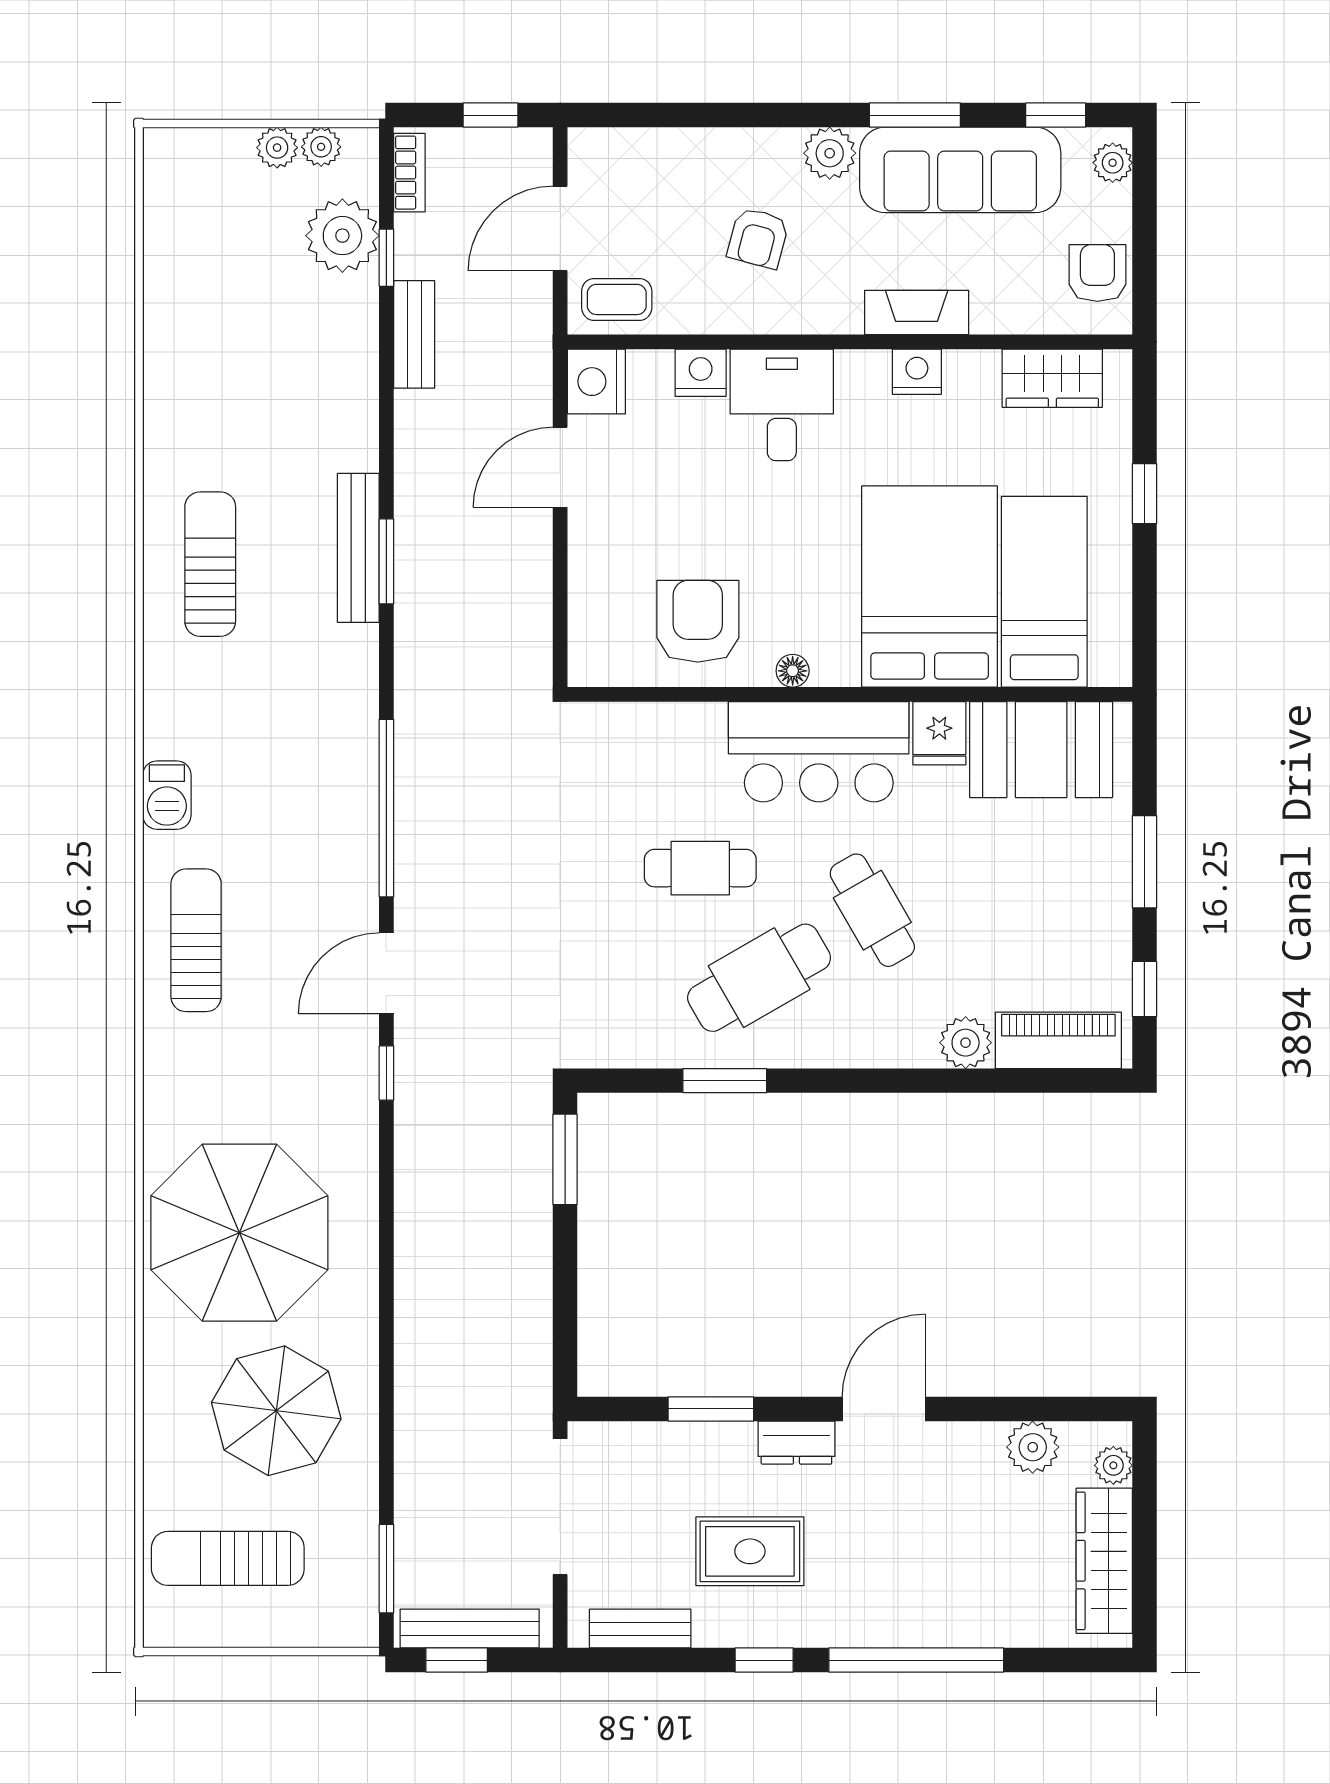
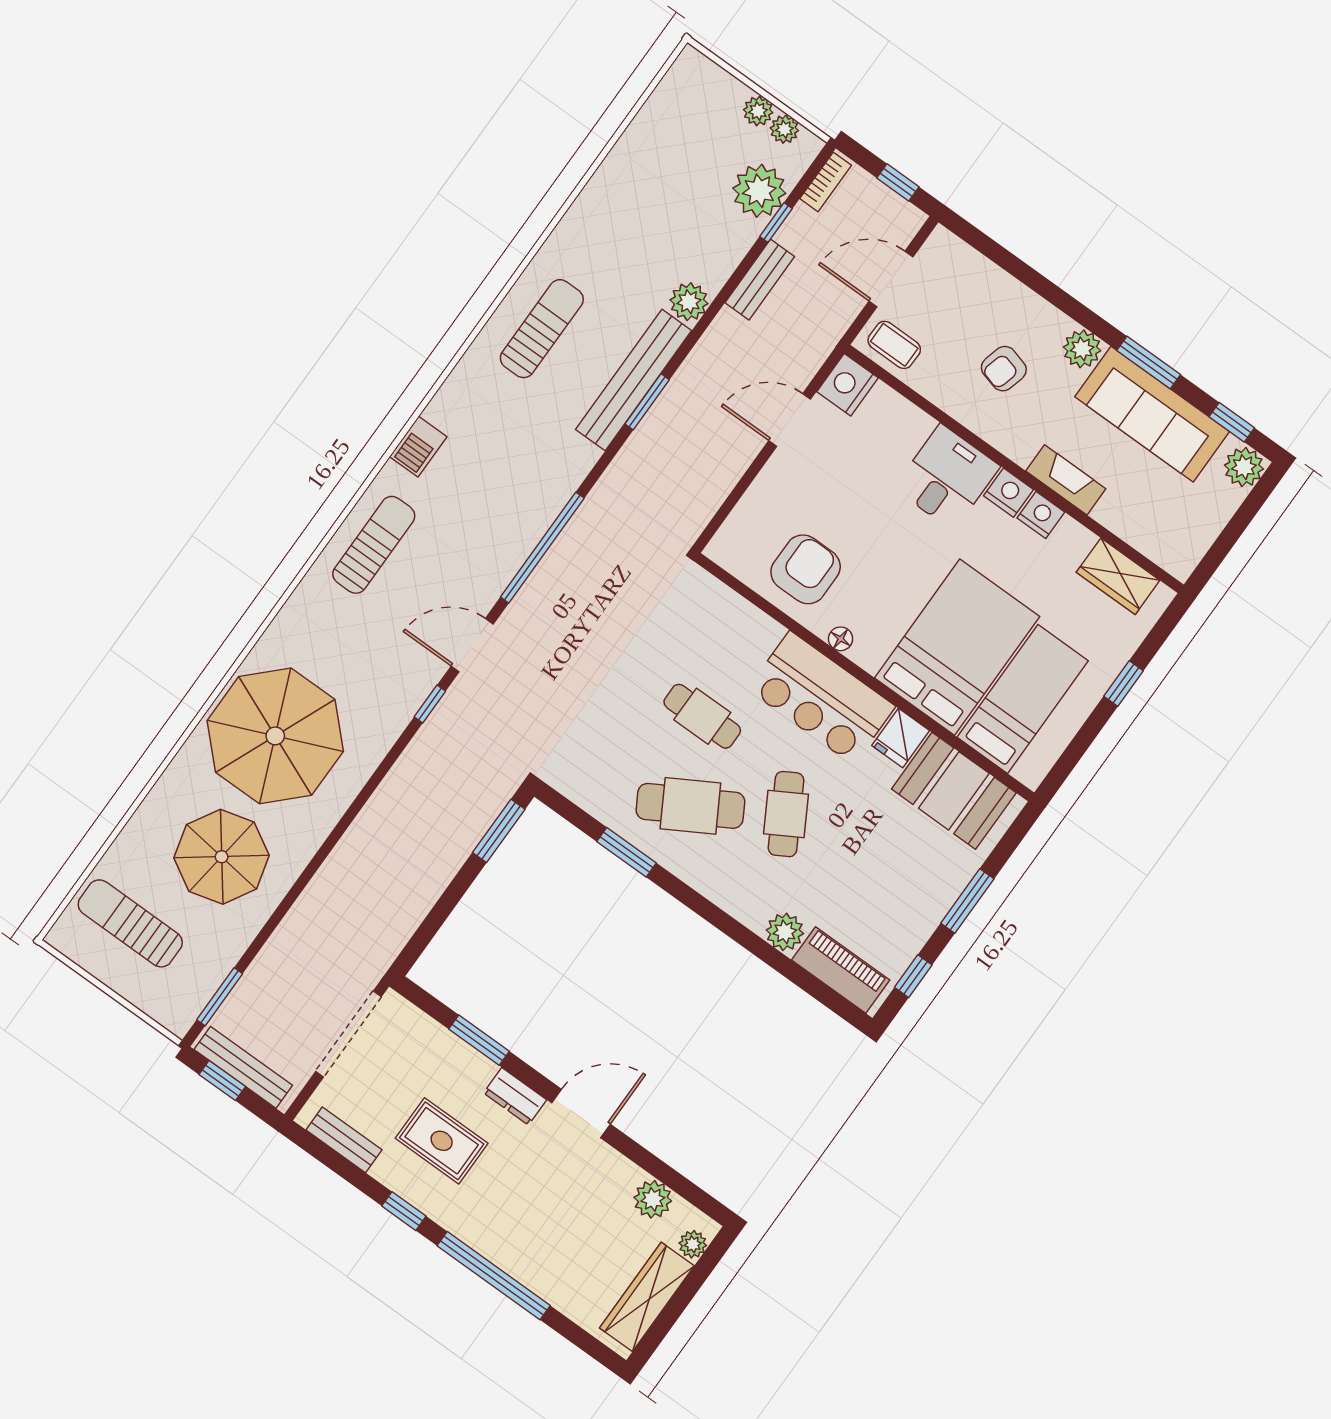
plant: (1113, 163) -> (1244, 467), width x1.38, depth x1.38
armchair: (1097, 273) -> (1189, 533), removed
nightstand: (701, 373) -> (1009, 493), moved
plant: (353, 416) -> (689, 302), added
bench: (358, 548) -> (634, 380), width x1.37, depth x1.21

